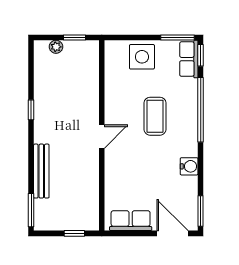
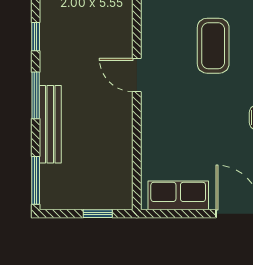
door: (102, 137) -> (137, 75), swing flipped
window: (31, 151) -> (36, 95), added

